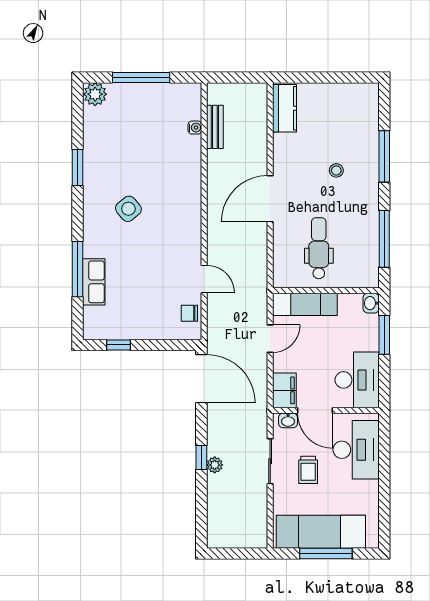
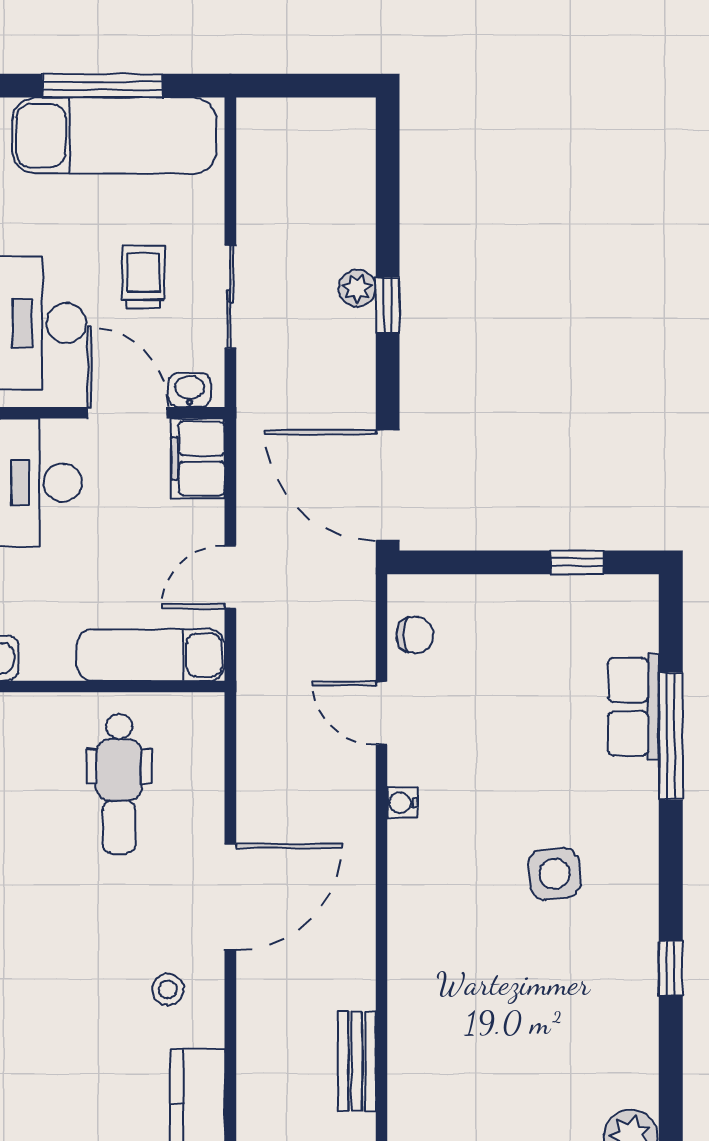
water cooler: (195, 128) -> (402, 803), moved
window: (78, 168) -> (671, 968), width x0.67
stool: (336, 170) -> (168, 989), moved
side table: (128, 209) -> (554, 874), turned 34

